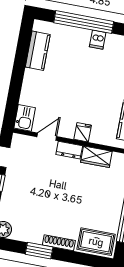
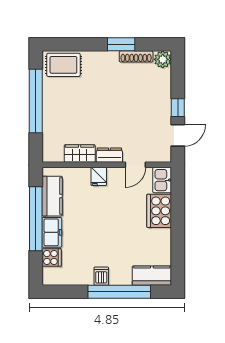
kitchen counter: (38, 51) -> (152, 276), moved, turned 90
cooker: (33, 90) -> (159, 211), added
shoe rack: (59, 243) -> (136, 56), moved

